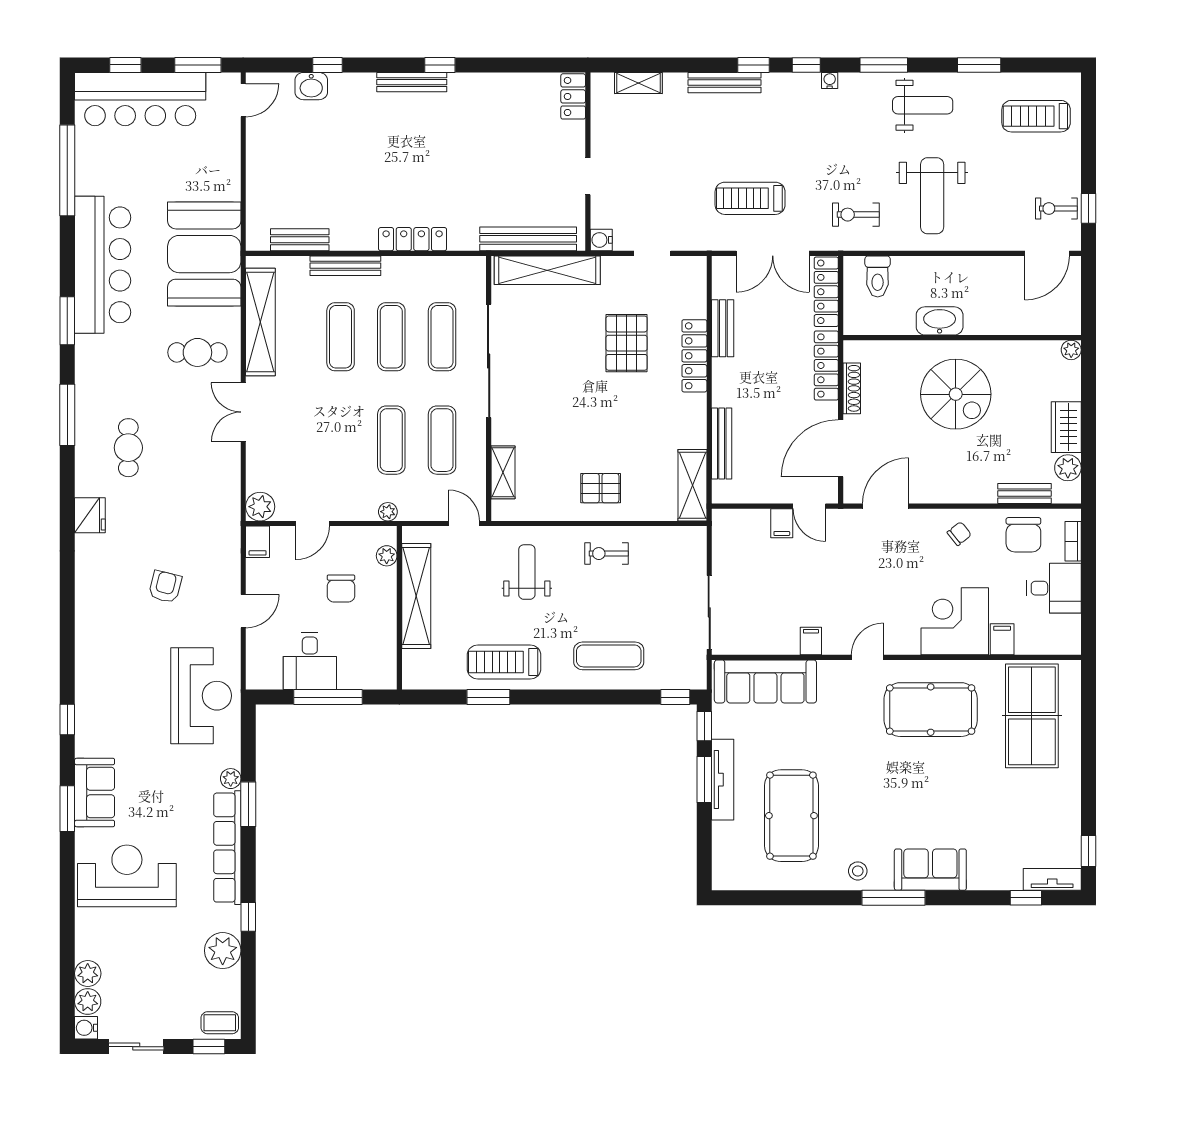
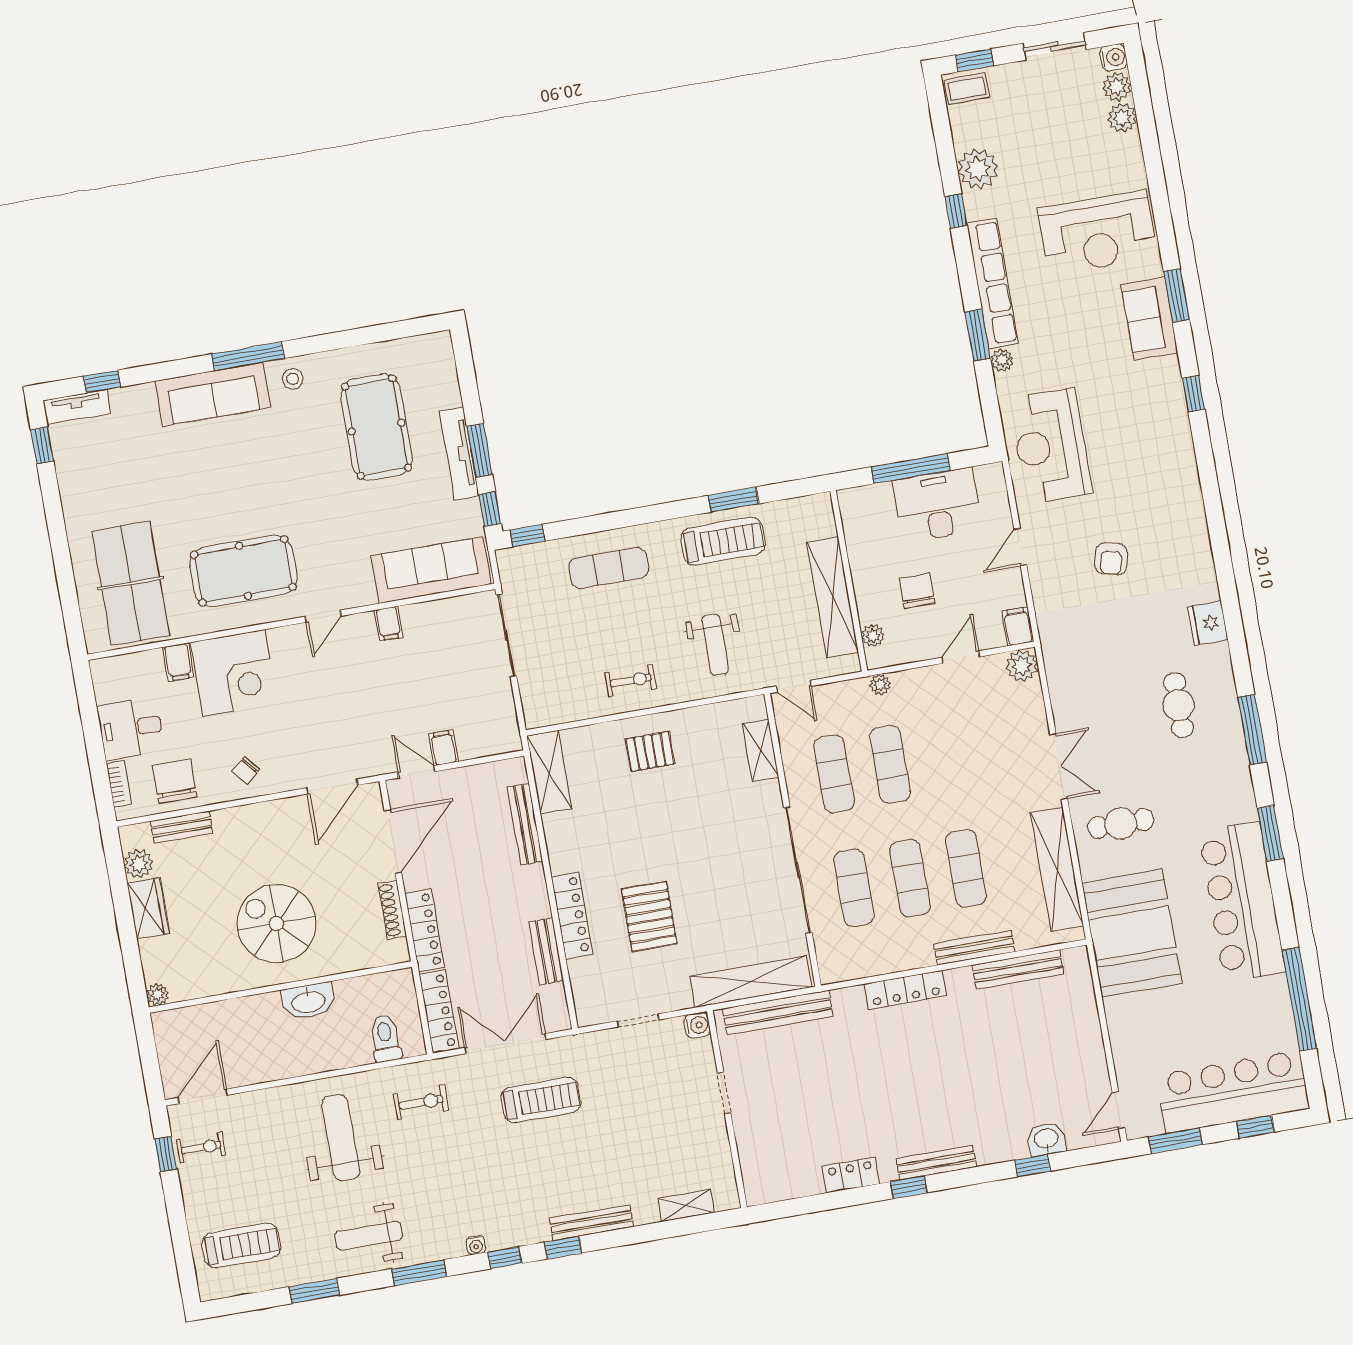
locker: (573, 96) -> (851, 1175), moved, turned -90
bench: (300, 240) -> (1018, 970), width x1.36
desk: (310, 661) -> (937, 505), width x1.37
sofa: (930, 870) -> (213, 394), width x1.36

